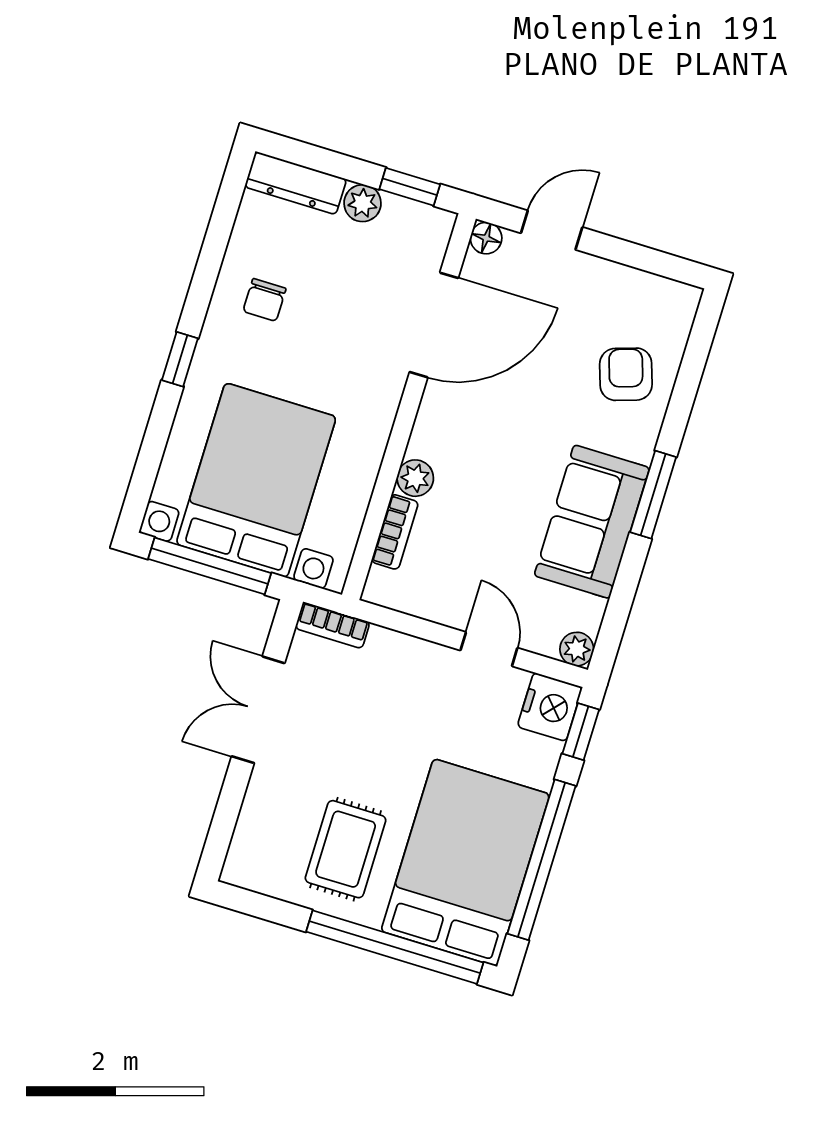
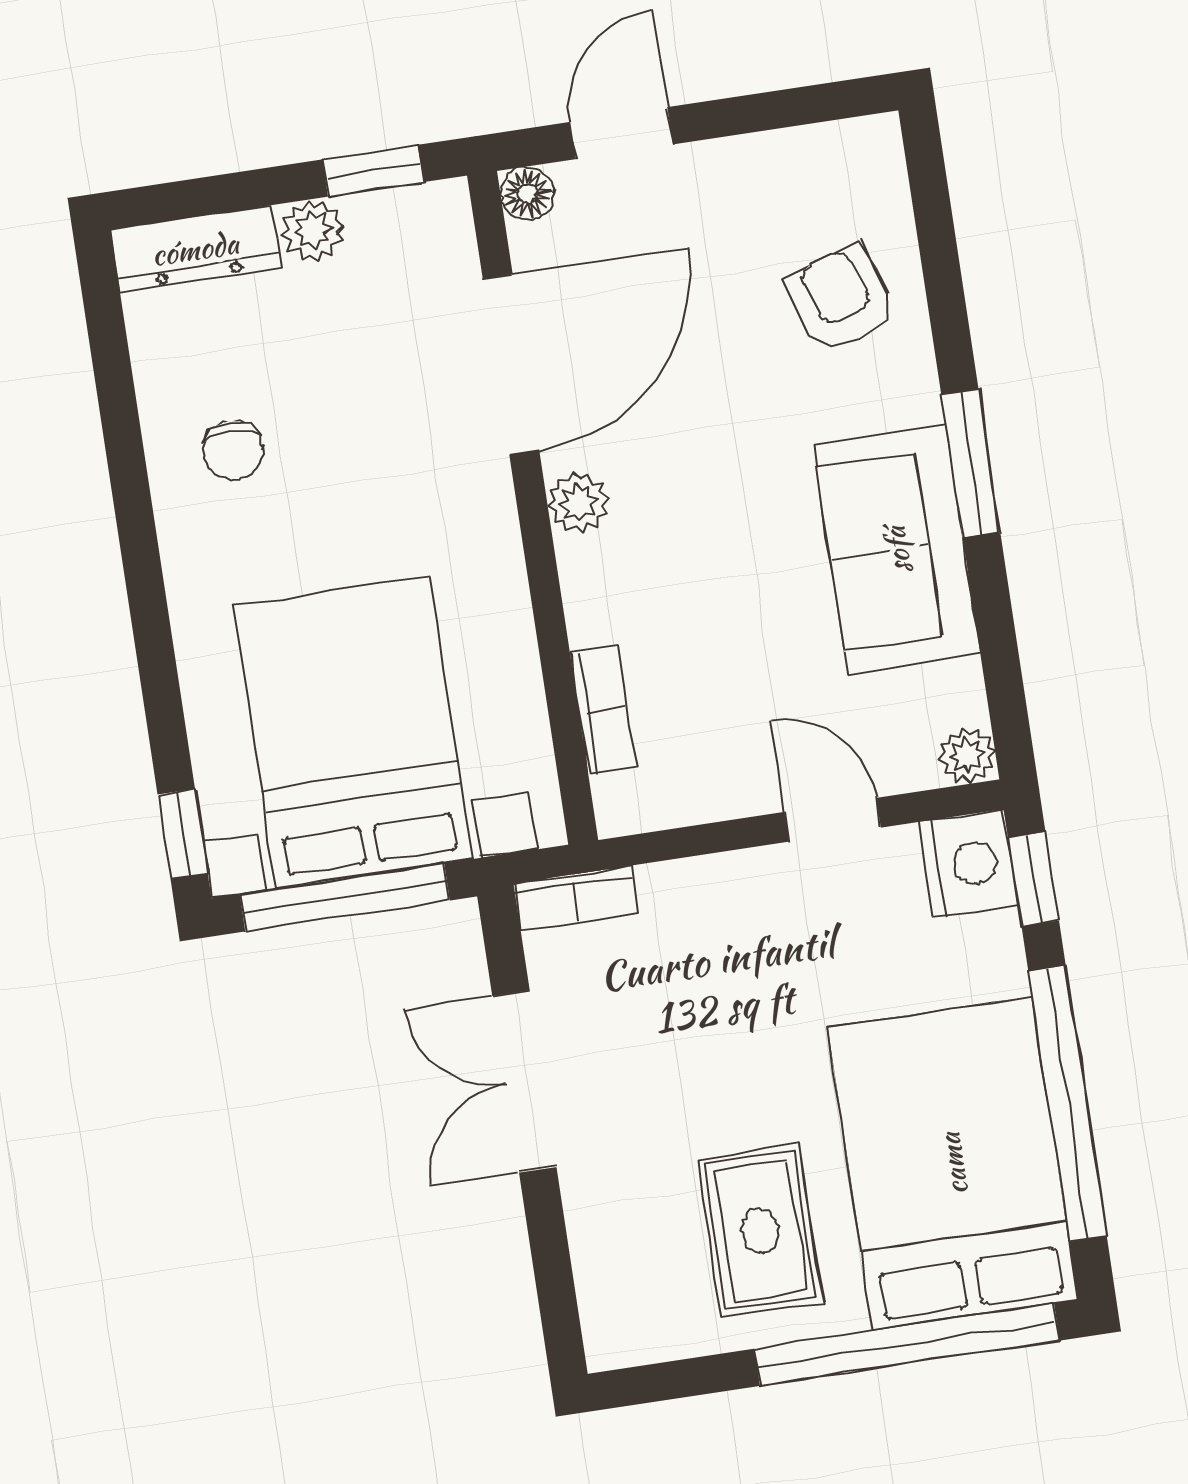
window: (180, 359) -> (183, 834), moved
plant: (415, 478) -> (578, 502), moved

